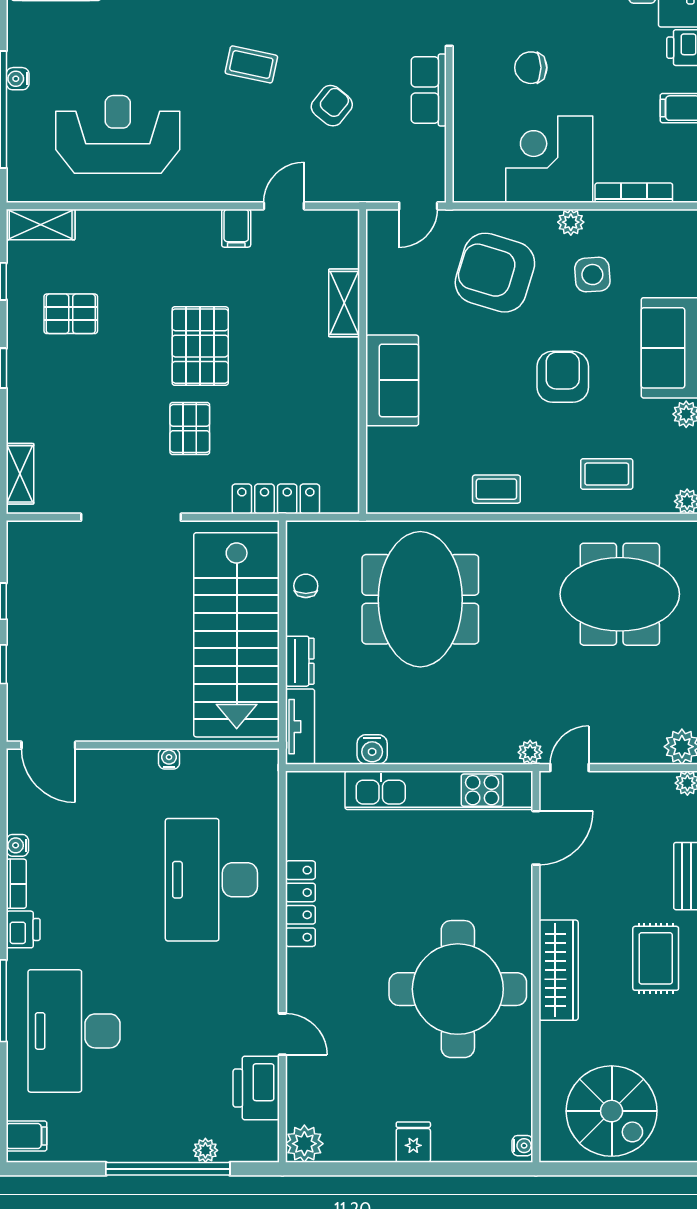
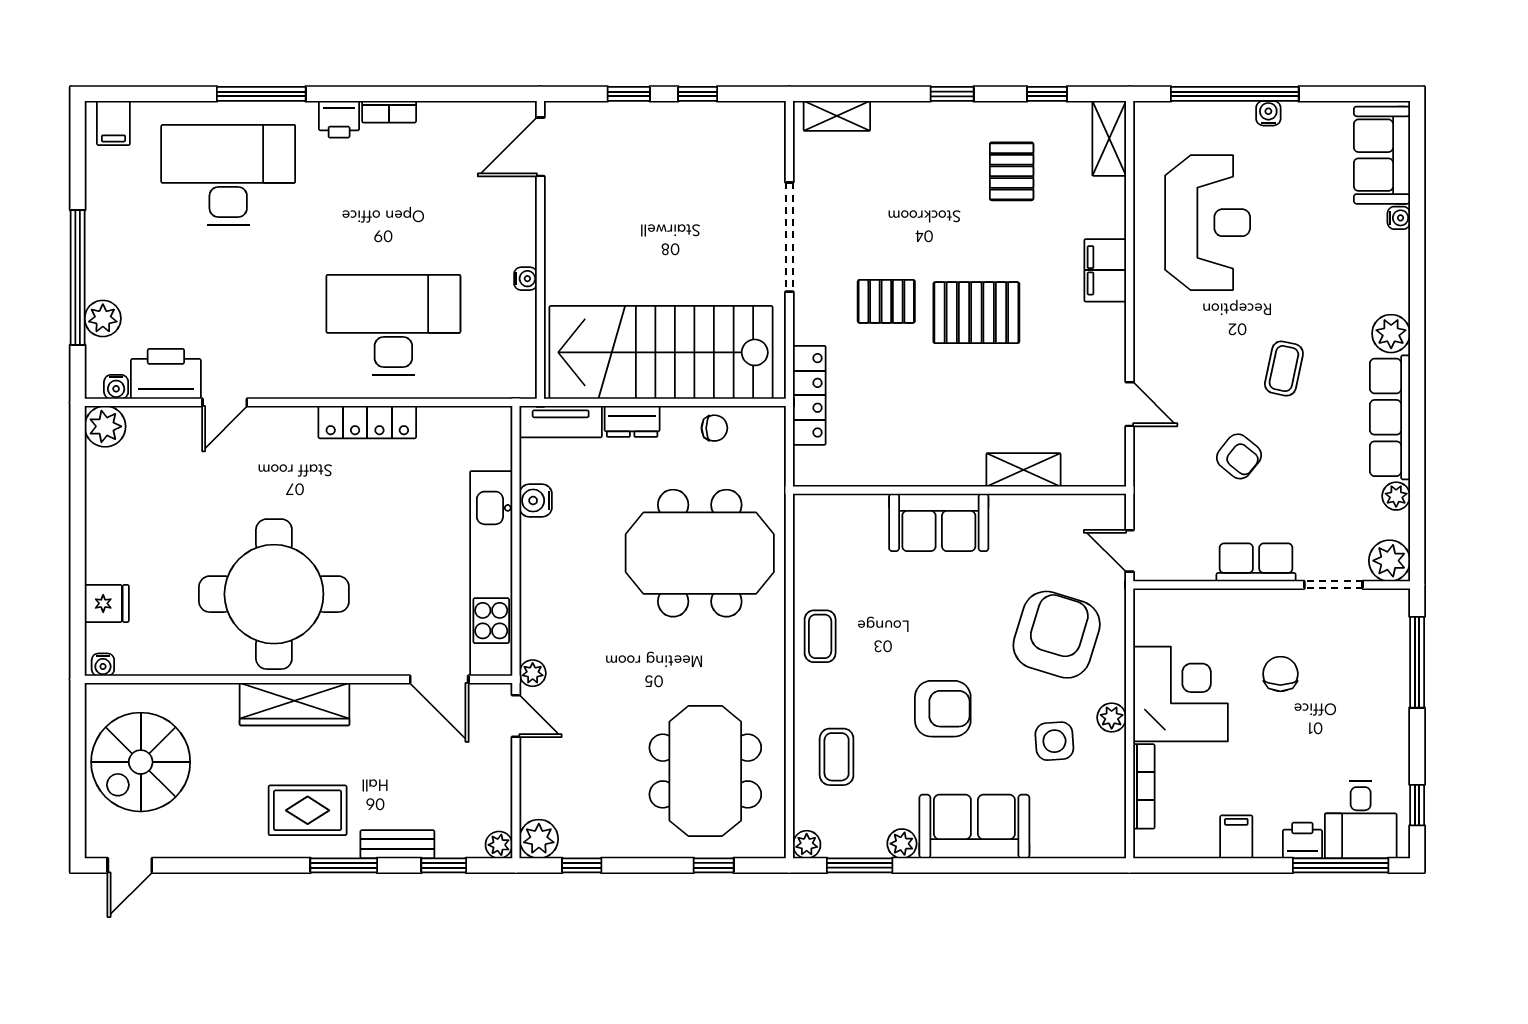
filing cabinet: (236, 228) -> (1105, 270), moved, width x2.00
water cooler: (17, 845) -> (116, 387), moved, turned 180
fridge: (413, 1142) -> (107, 603), moved
plant: (205, 1150) -> (103, 318), width x1.38, depth x1.38

